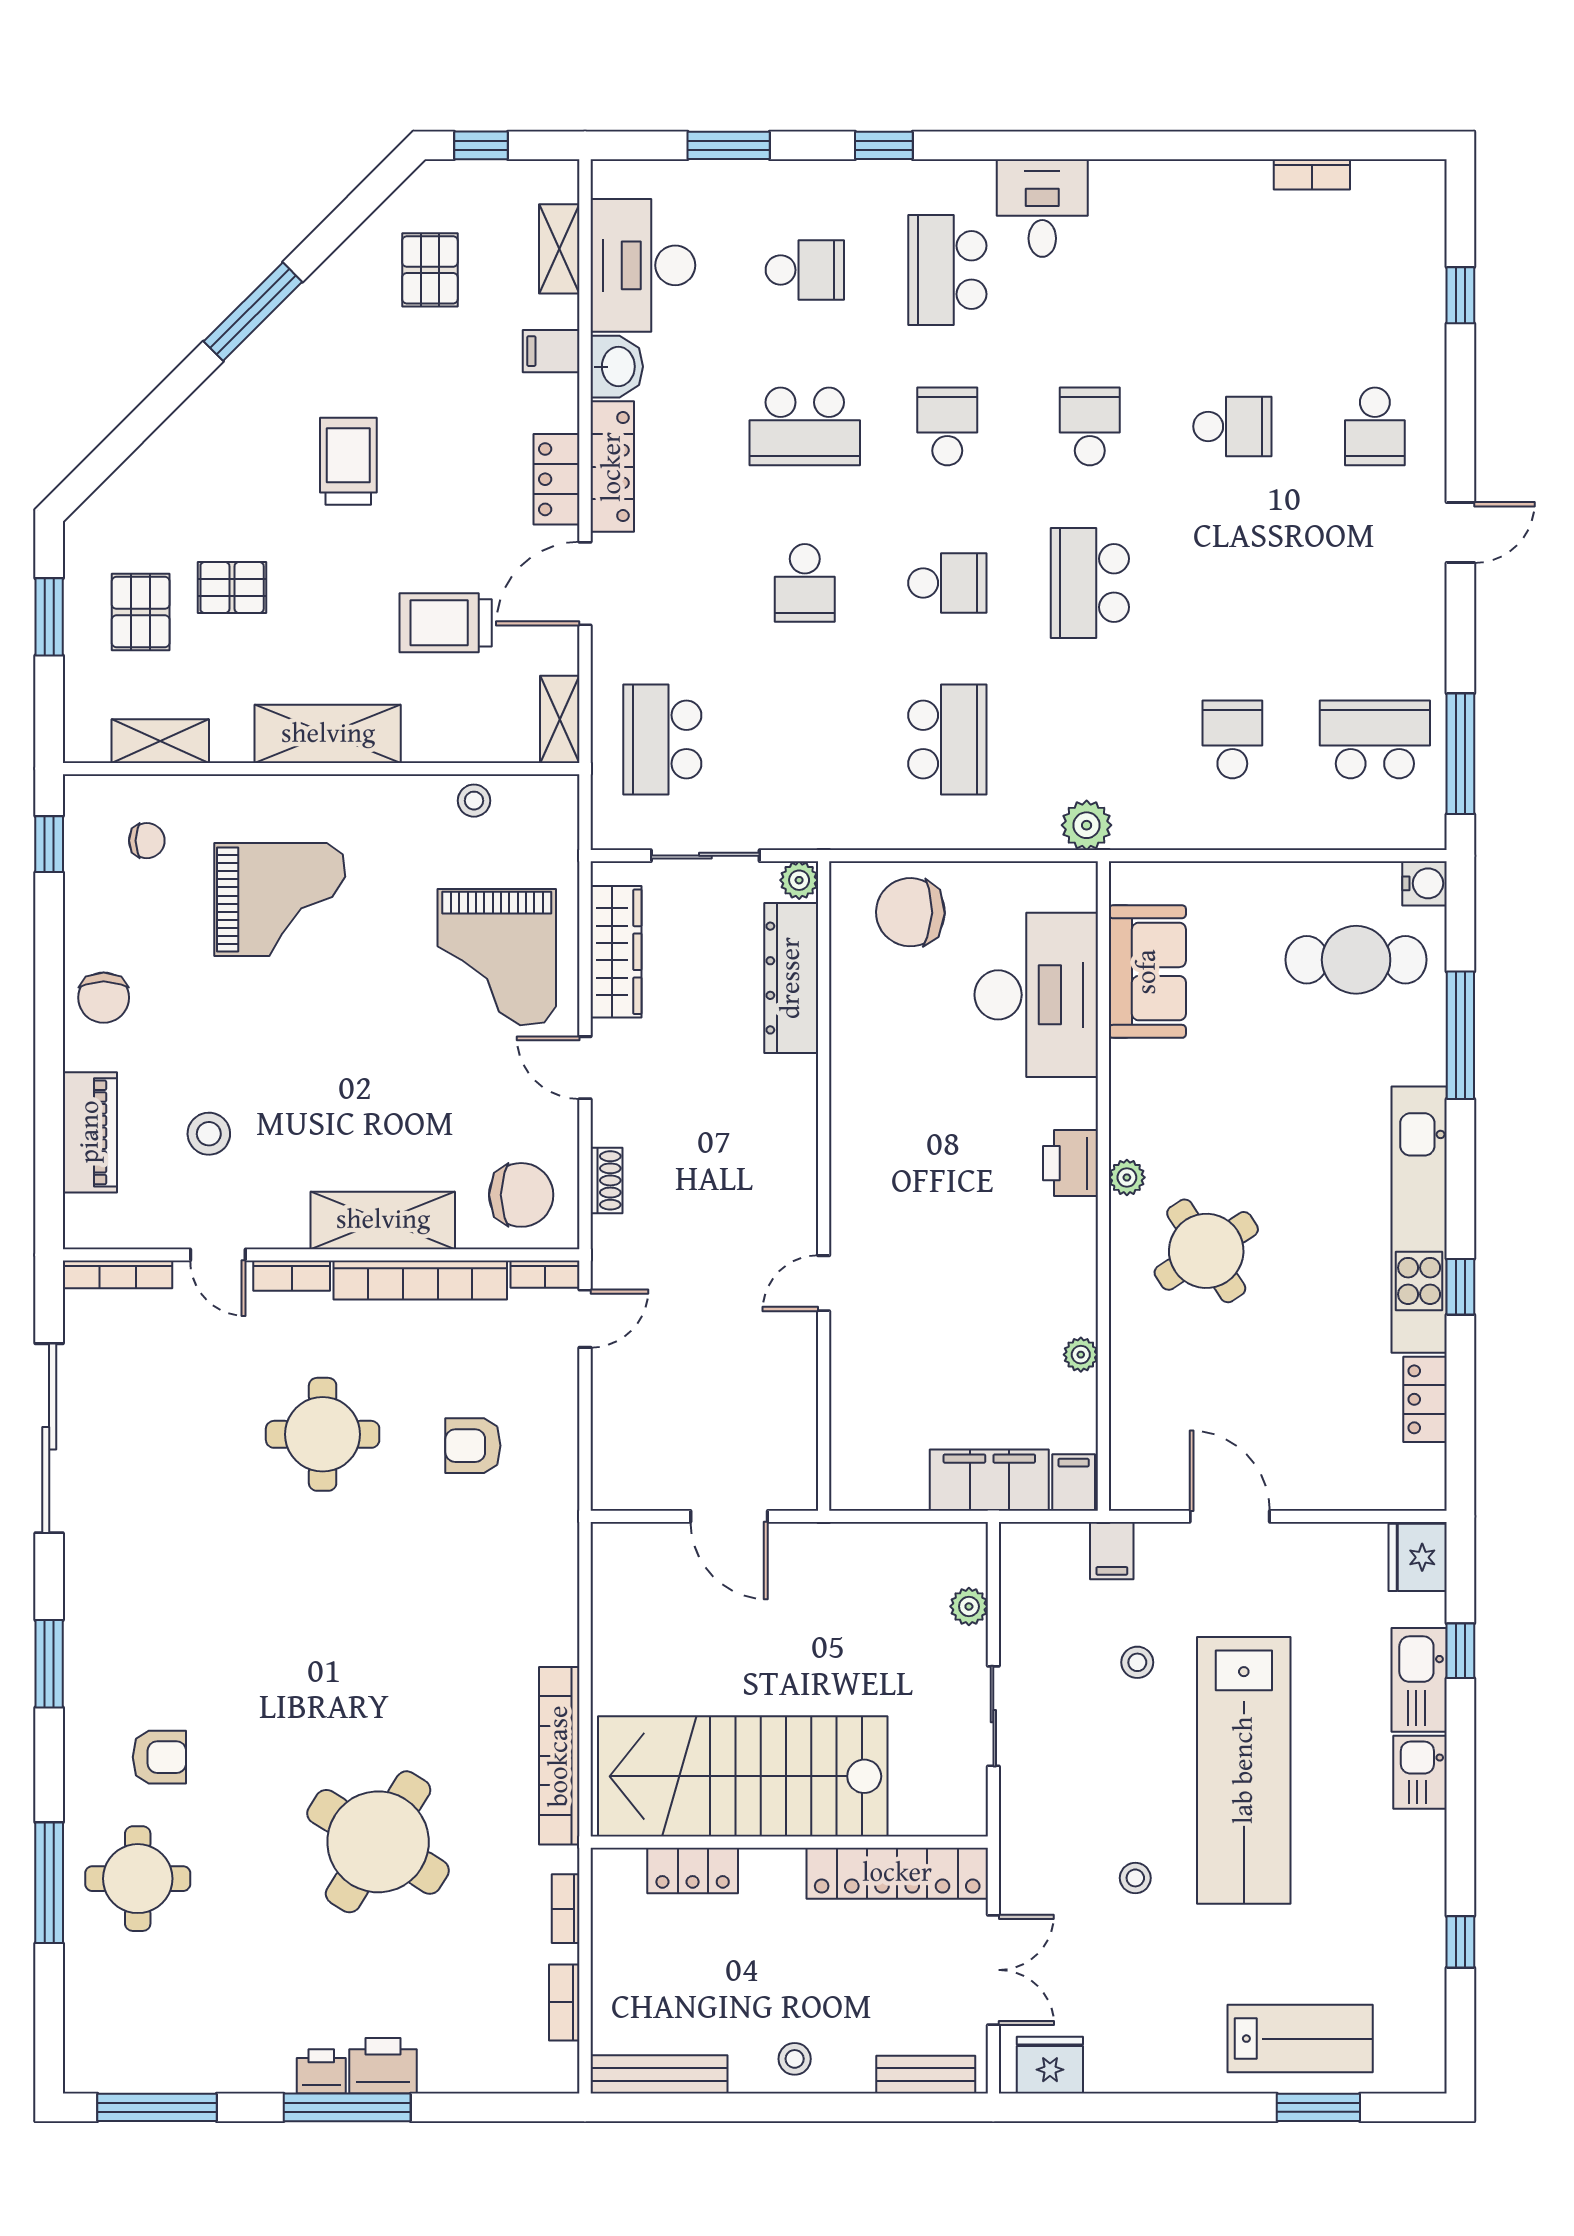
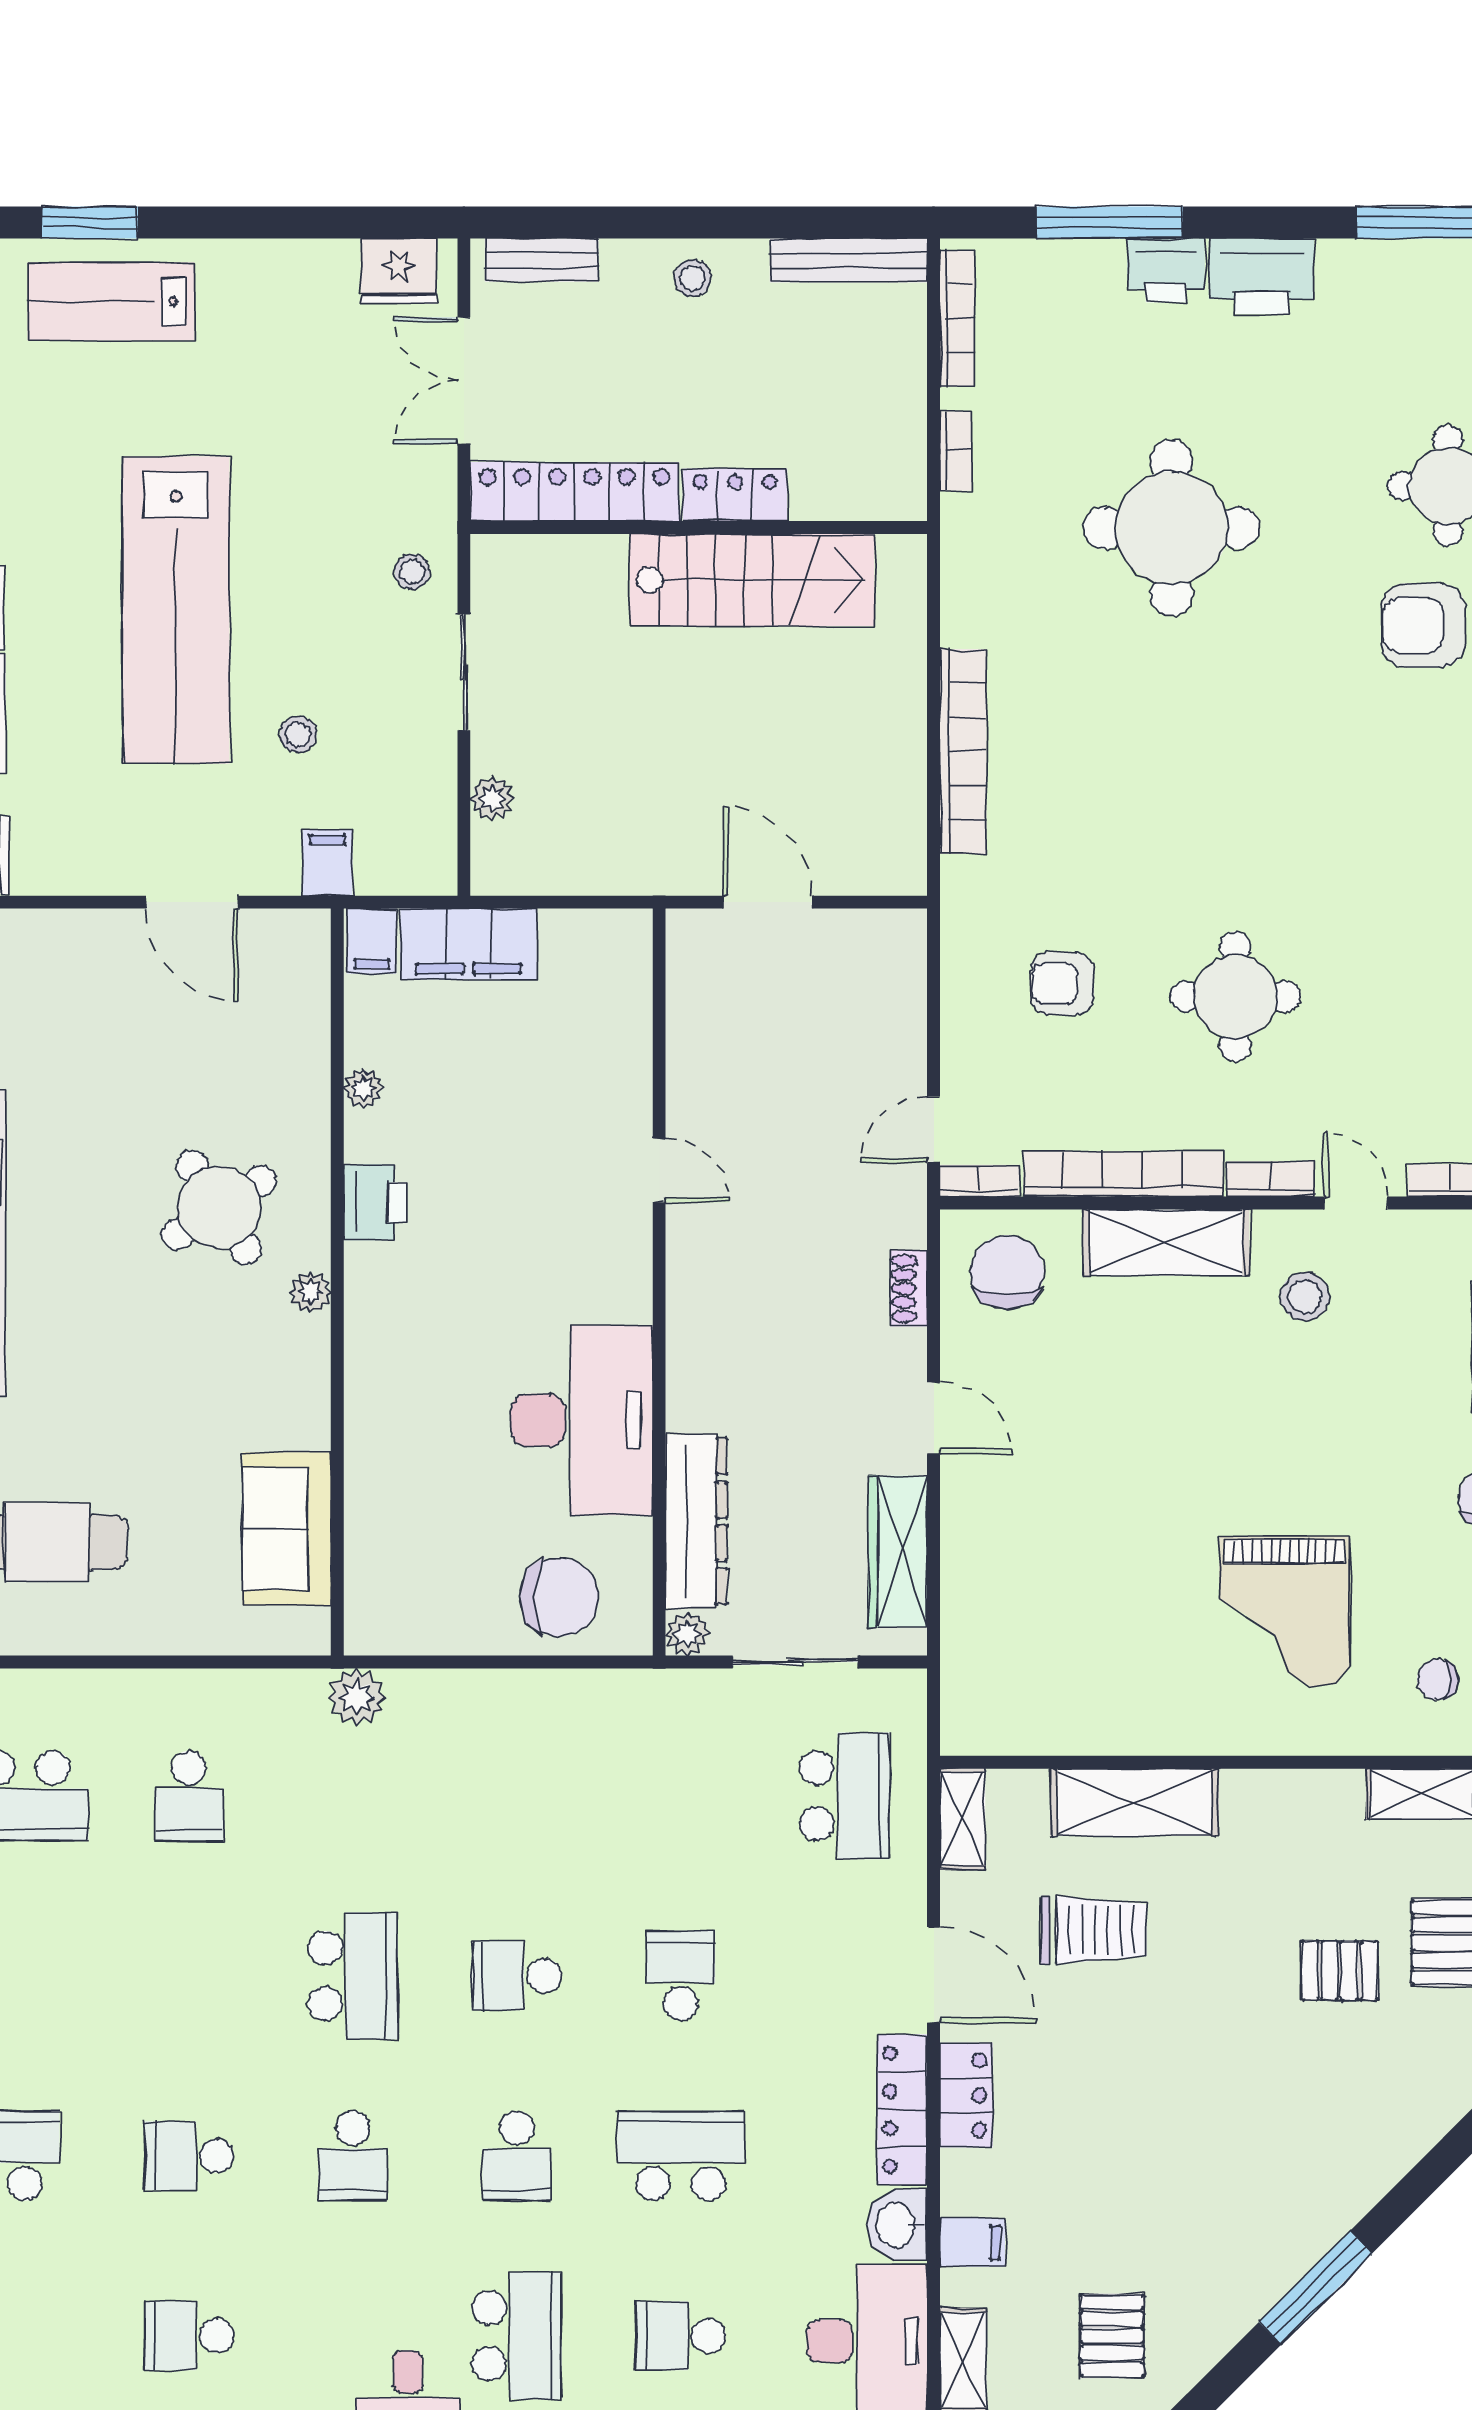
trolley: (348, 461) -> (1206, 2116), removed
door: (585, 584) -> (934, 1975), hinge flipped
shelving: (328, 734) -> (1135, 1802), moved
school desk: (947, 739) -> (189, 2336), moved, width x0.54
stool: (474, 801) -> (1061, 1725), removed
grand piano: (280, 900) -> (1285, 1612), turned -90
grand piano: (497, 957) -> (1035, 1545), removed
desk: (1036, 995) -> (582, 1420), moved, turned 180
stool: (209, 1134) -> (1305, 1297), moved
printer: (1071, 1163) -> (375, 1202), moved
chair: (521, 1195) -> (1007, 1272), turned 90
door: (824, 1283) -> (659, 1170), hinge flipped
armchair: (473, 1446) -> (1062, 984), turned 180
bookcase: (559, 1756) -> (963, 752), moved
armchair: (159, 1757) -> (1423, 625), width x1.38, depth x1.38
lab bench: (1244, 1770) -> (176, 610), turned 180
stairs: (743, 1776) -> (752, 580), width x0.73, depth x0.66
round table: (378, 1842) -> (1172, 528), turned -32
locker: (693, 1870) -> (735, 495), moved
stool: (1135, 1878) -> (412, 572), moved
bookcase: (564, 2002) -> (957, 318), width x1.56
printer: (321, 2071) -> (1261, 276), width x1.87, depth x1.48
window: (347, 2107) -> (1110, 222), moved

